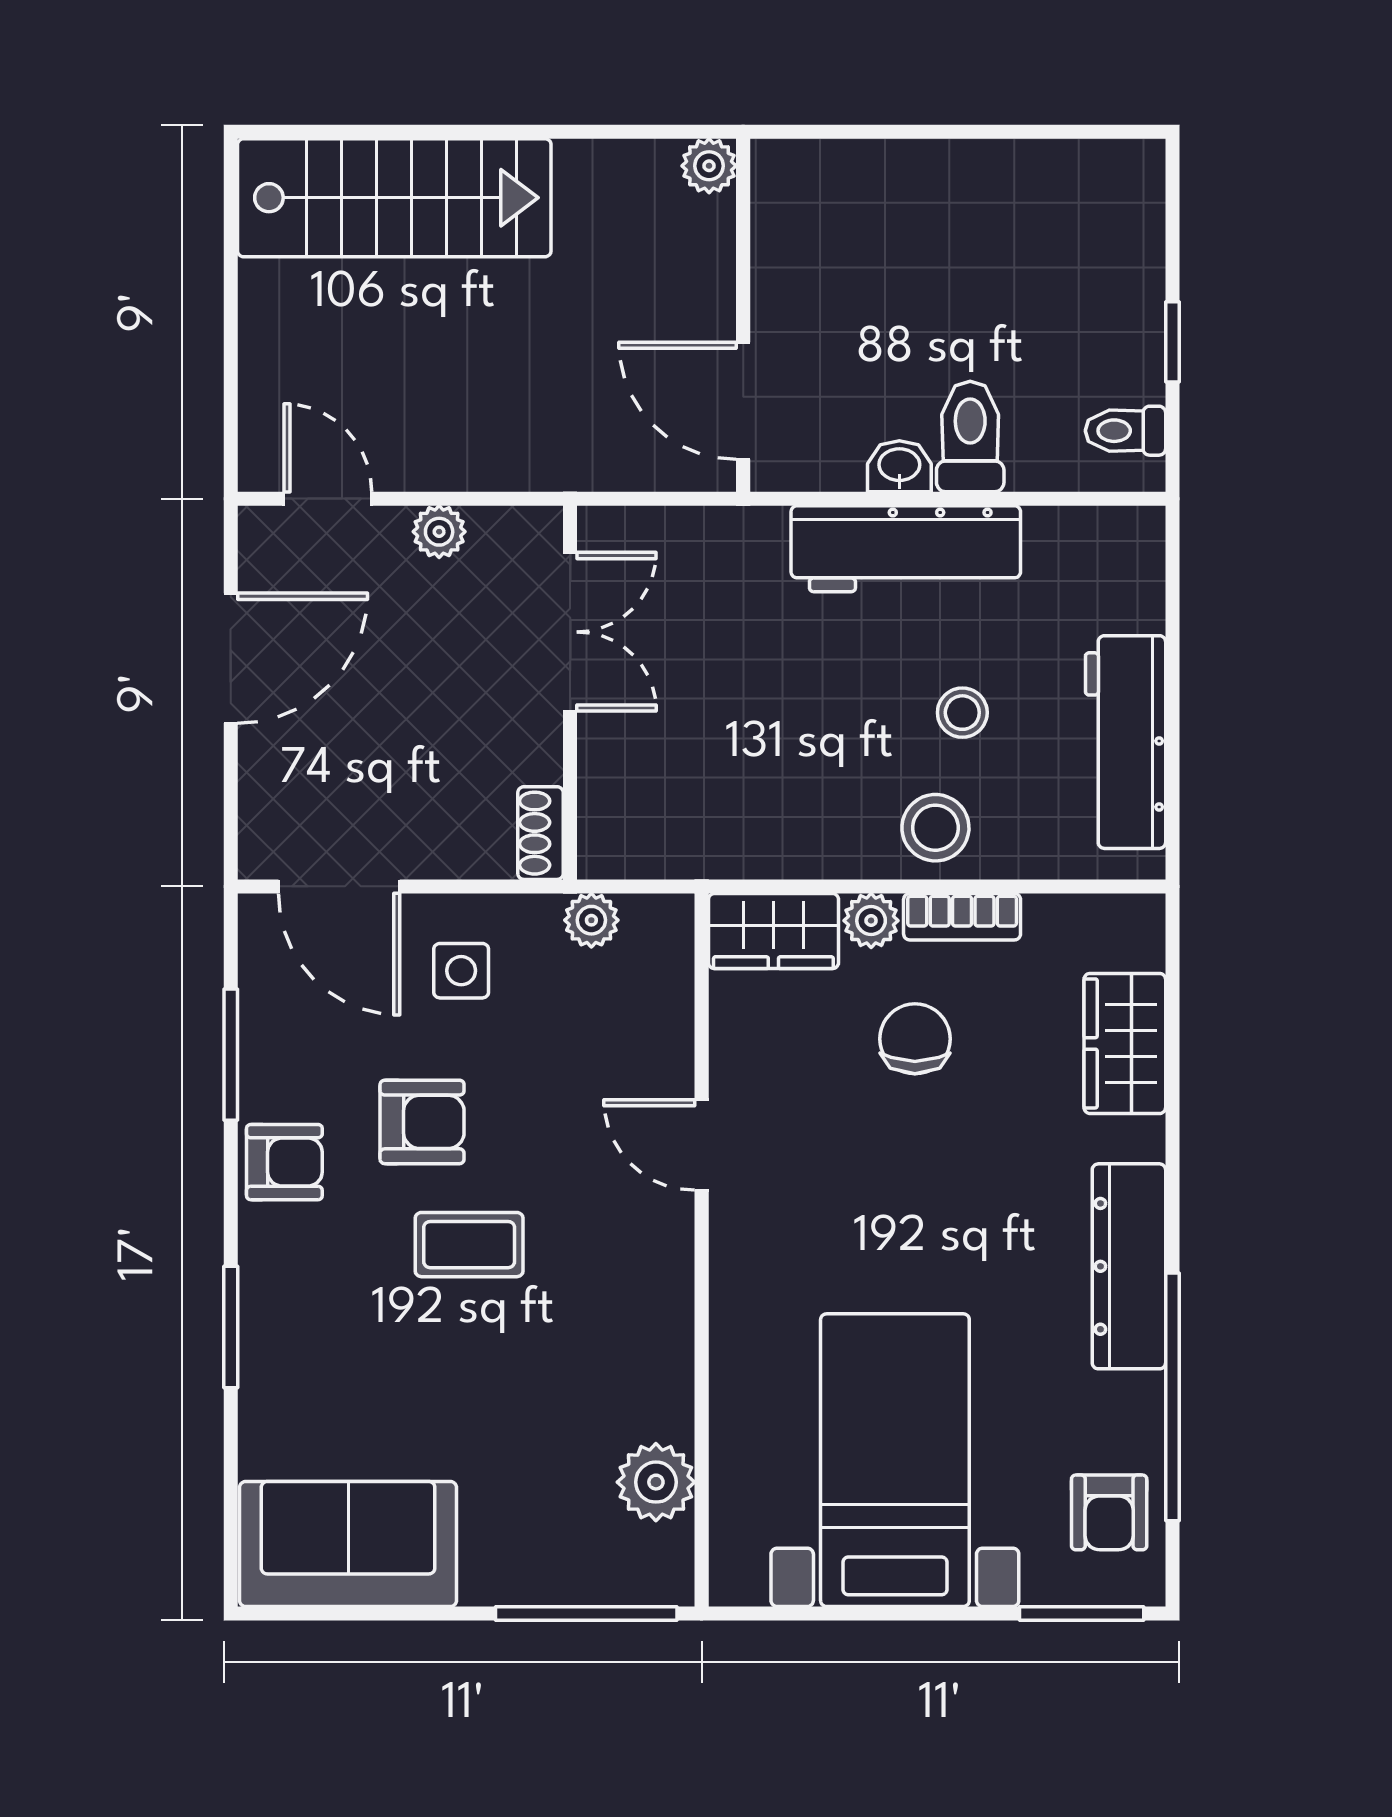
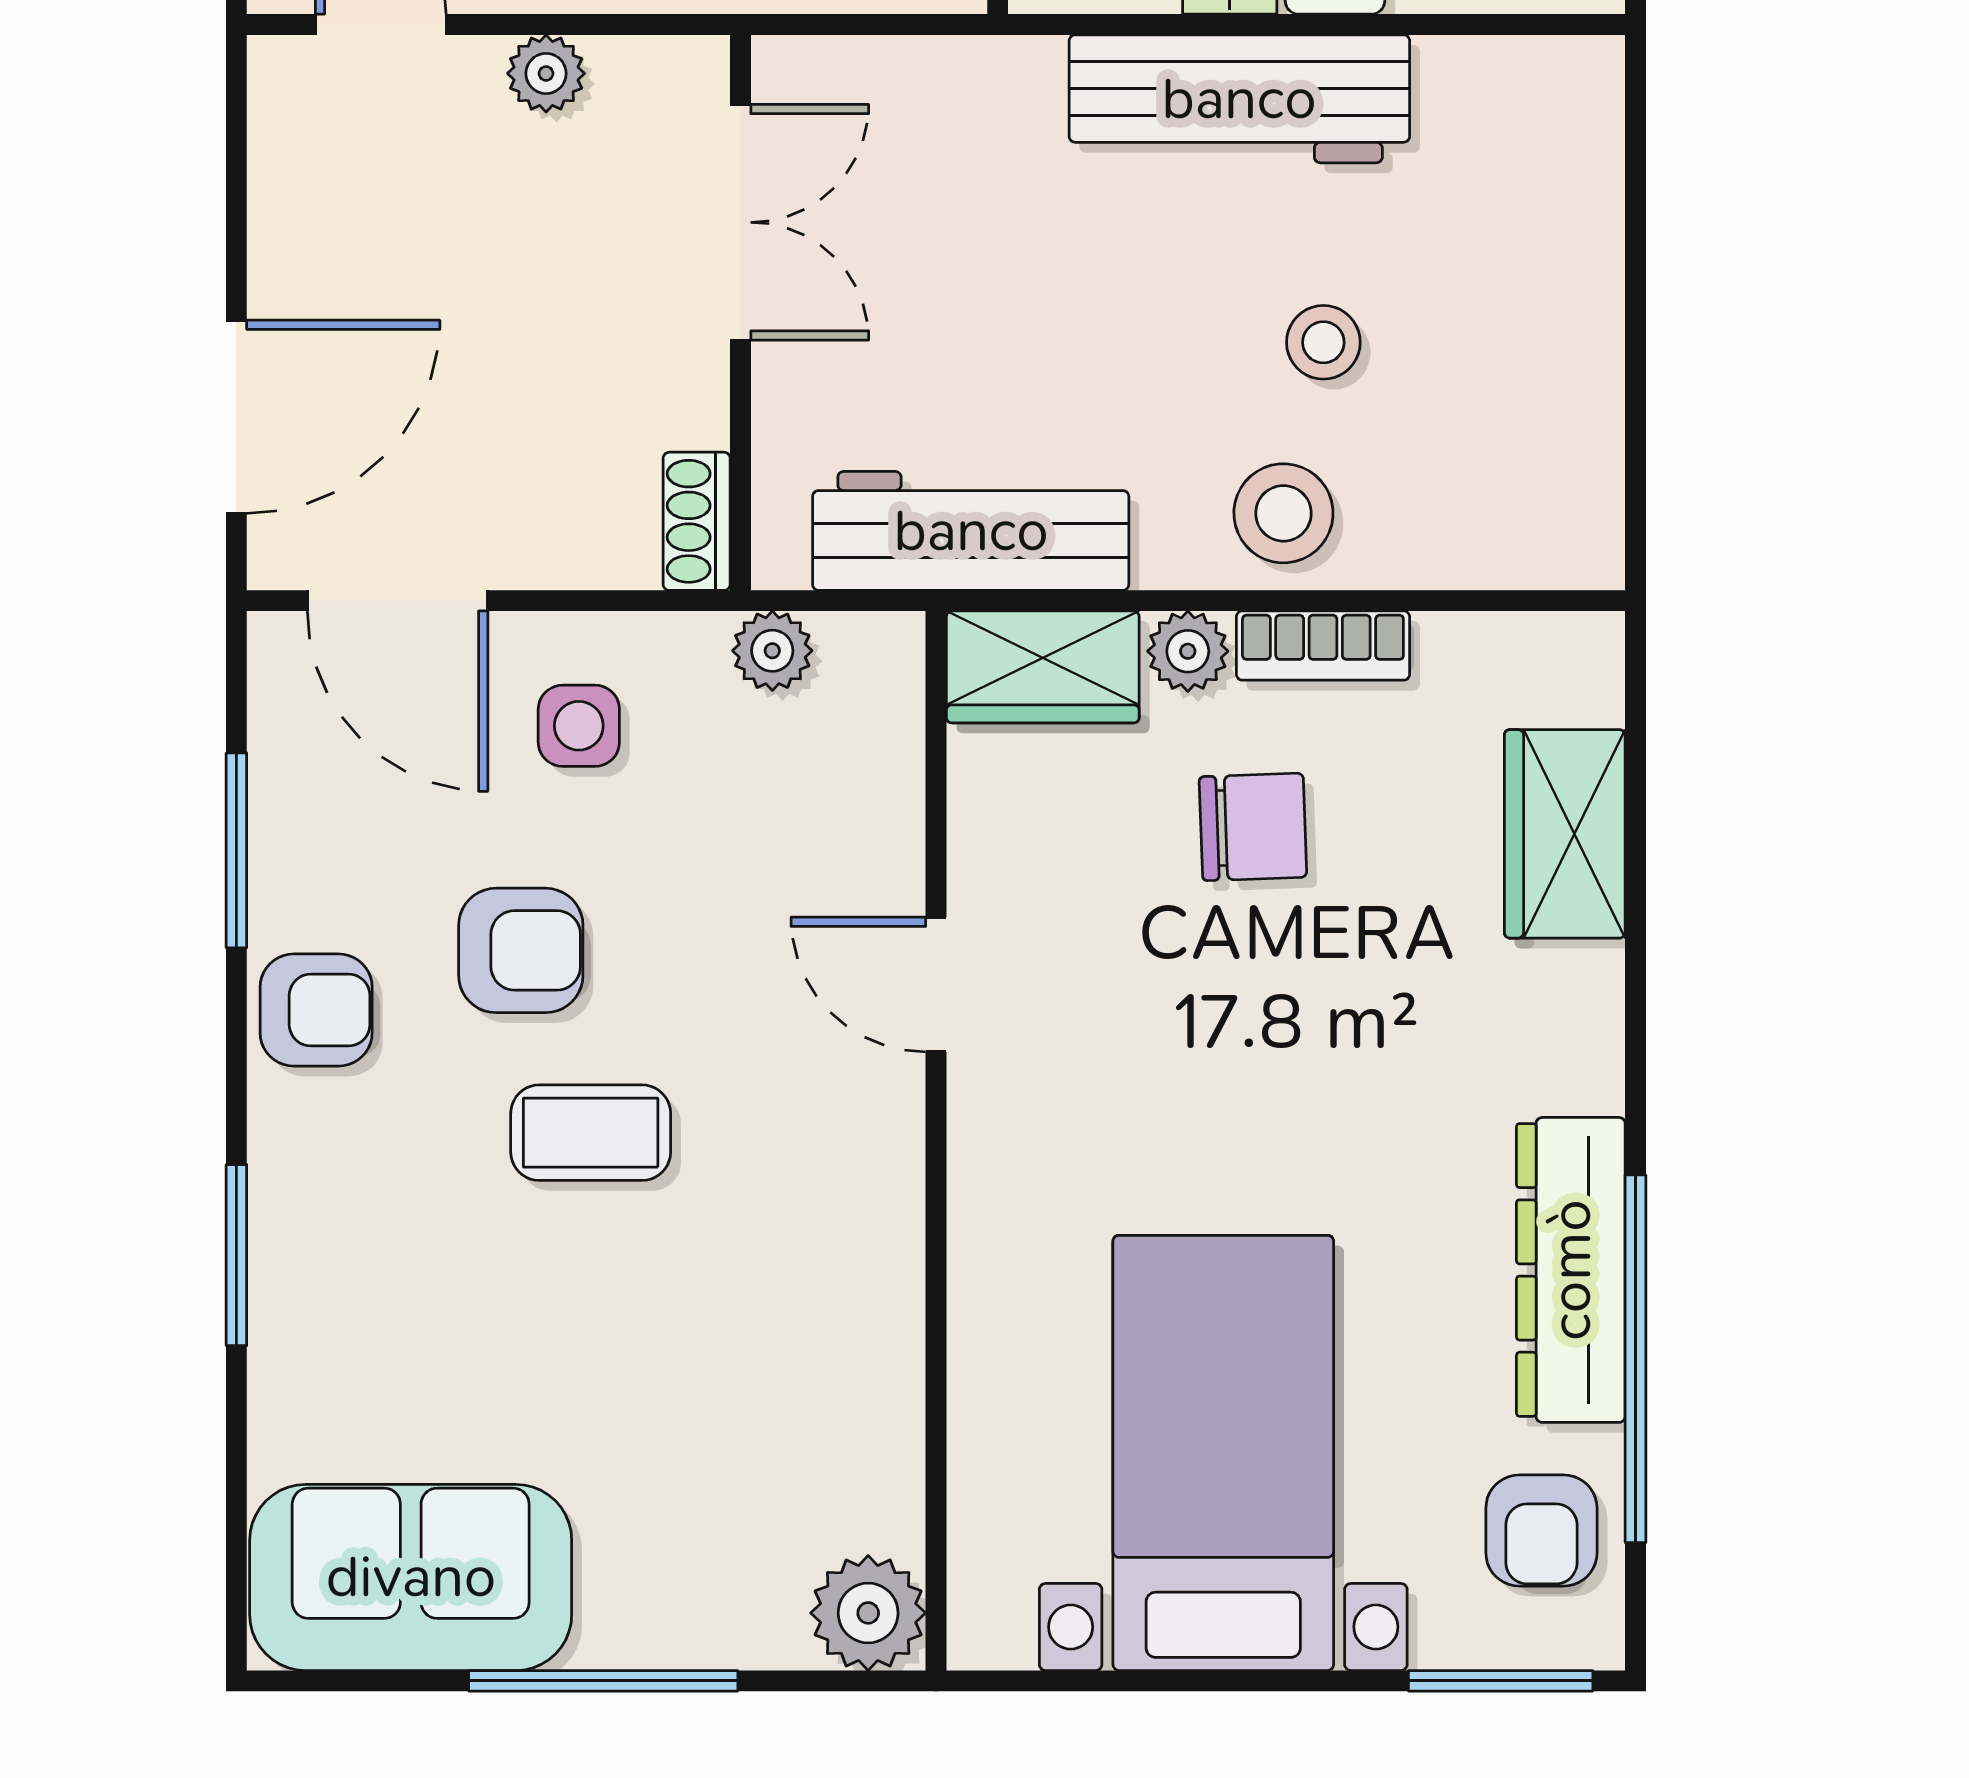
door: (231, 658) -> (236, 417), moved
workbench: (1126, 742) -> (971, 531), moved, turned 90
chair: (915, 1039) -> (1253, 827), turned 88
dresser: (1129, 1266) -> (1571, 1270), moved
plant: (656, 1482) -> (868, 1613), moved
window: (586, 1614) -> (603, 1681), moved

